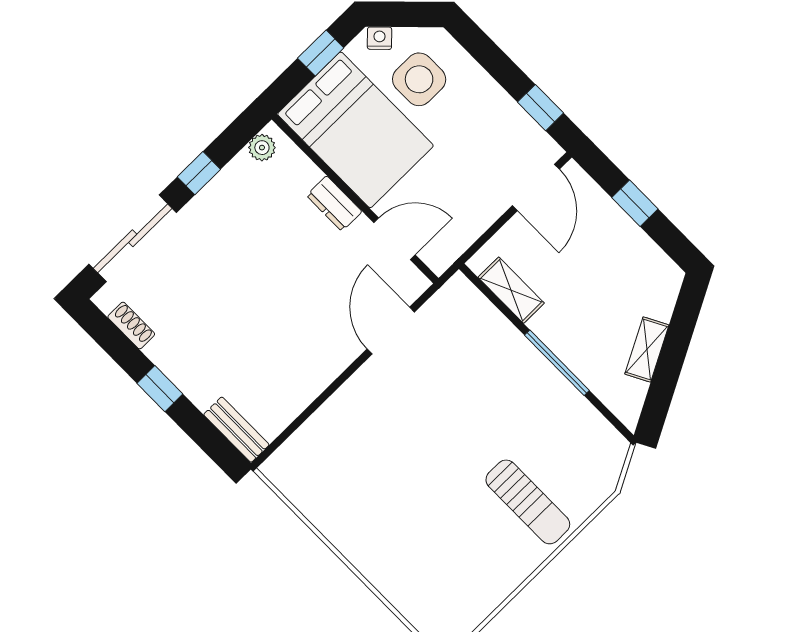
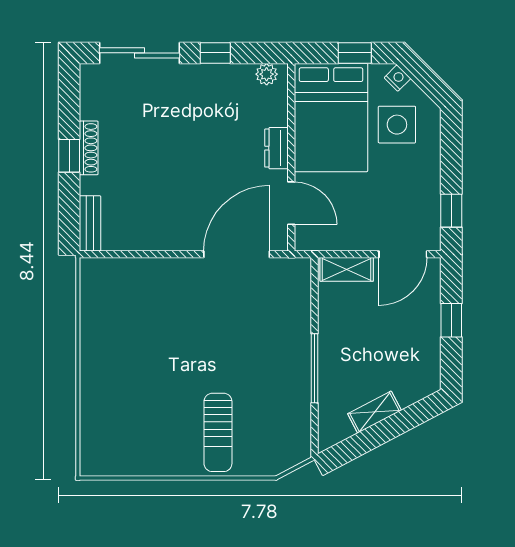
shelving: (511, 290) -> (347, 269), moved, turned 90
shoe rack: (131, 326) -> (89, 148), moved, width x1.43
door: (391, 331) -> (237, 254), width x1.36

